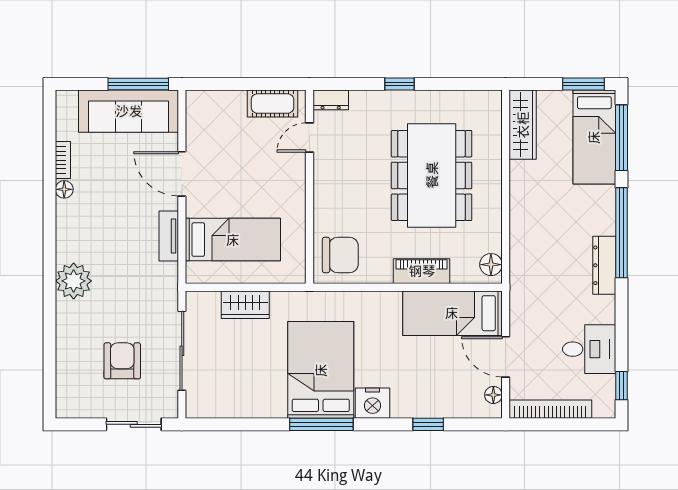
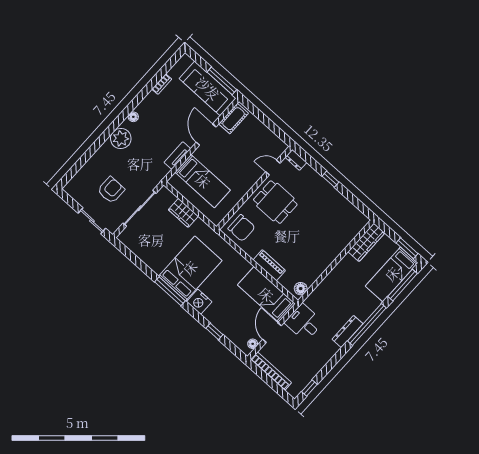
cot: (273, 104) -> (234, 119), moved, turned 90
dining table: (432, 175) -> (275, 202), moved, width x0.53, depth x0.80
floor lamp: (64, 189) -> (133, 117), moved
desk: (589, 349) -> (304, 322), moved, turned 180

